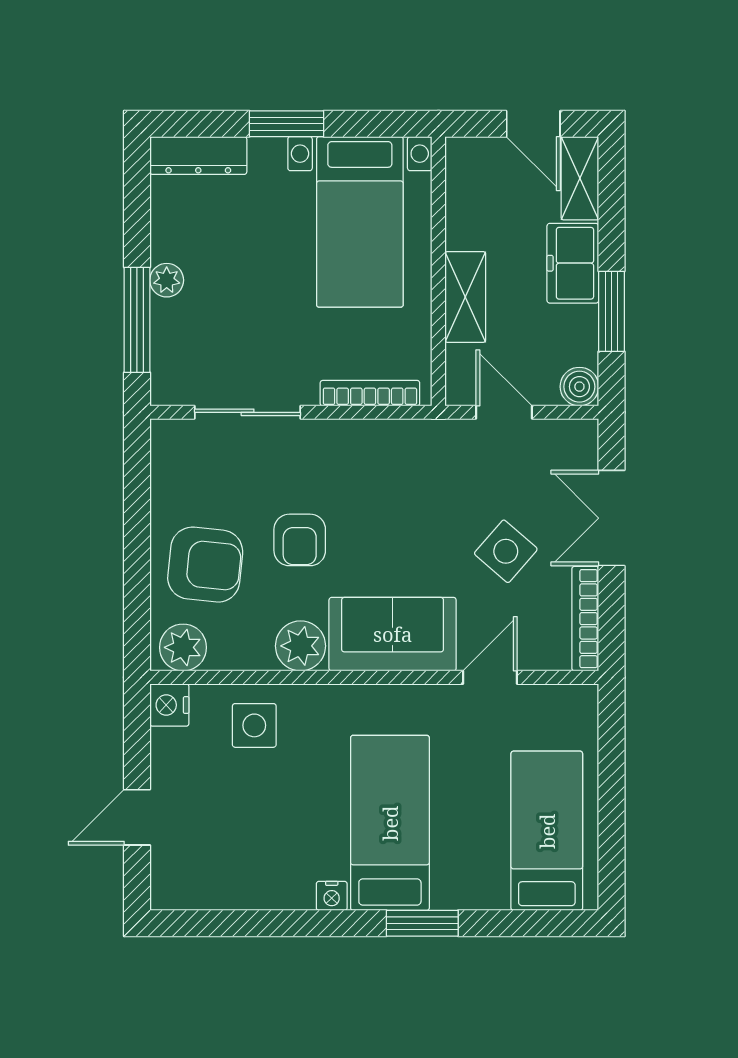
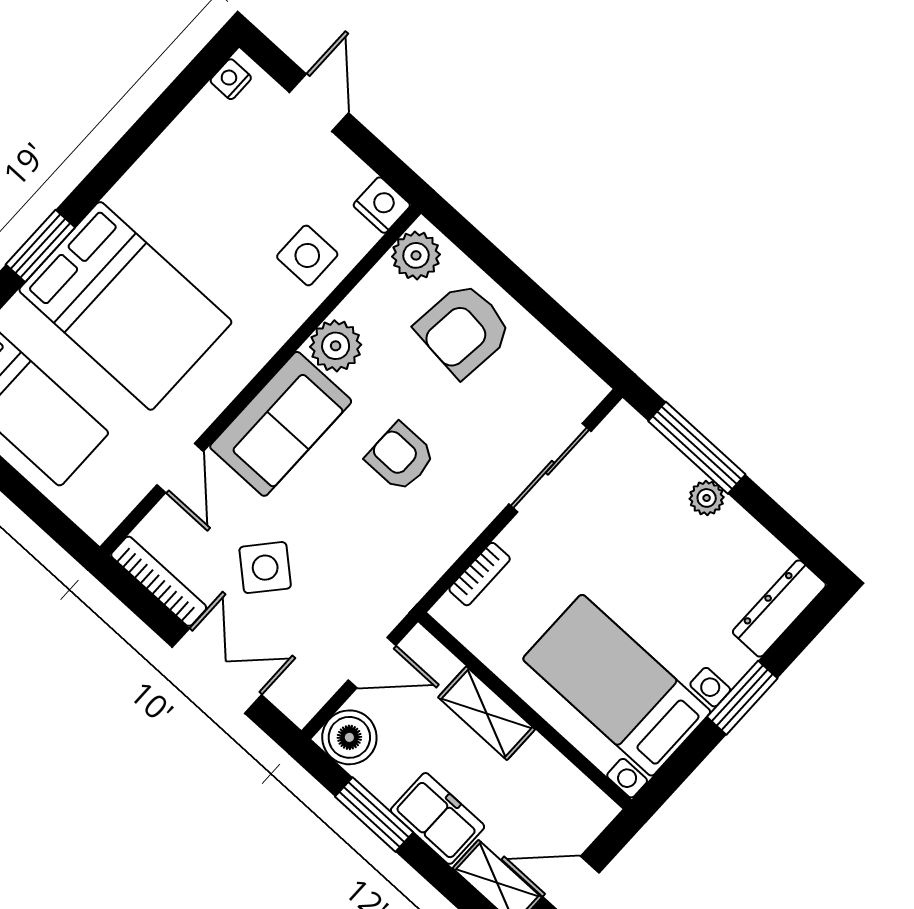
boiler: (579, 387) -> (349, 737), width x1.36, depth x1.36
bookcase: (370, 393) -> (480, 574), width x0.64
armchair: (300, 540) -> (400, 457), moved
bed: (390, 823) -> (125, 306), width x1.50
nightstand: (332, 896) -> (231, 79), moved

